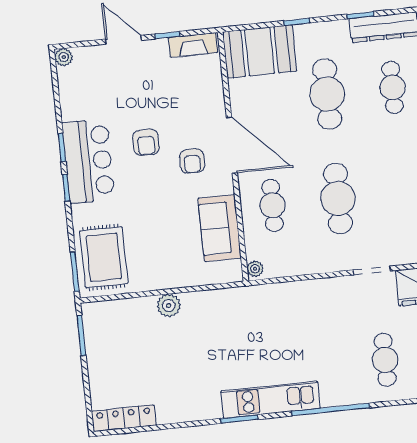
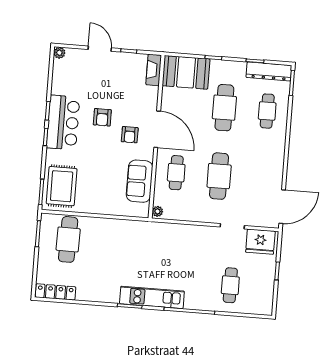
fireplace: (193, 45) -> (154, 70), moved, turned 90
plant: (169, 306) -> (98, 225), removed
cafe table: (128, 336) -> (68, 239), added

